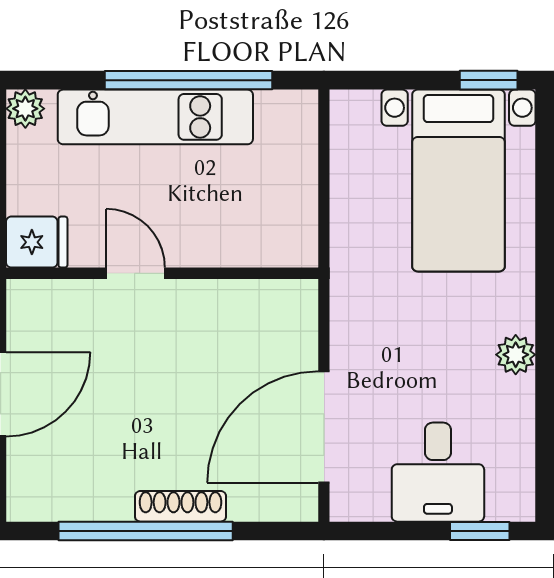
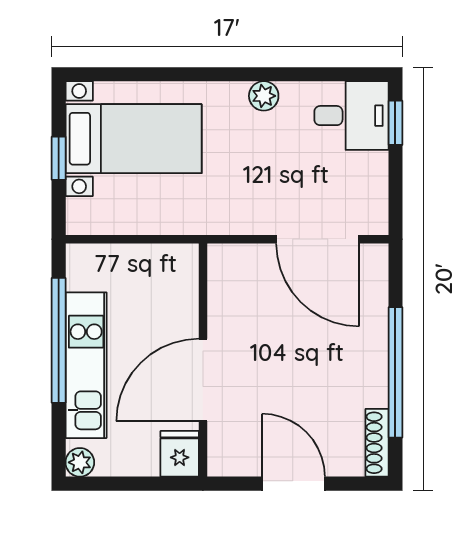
window: (489, 80) -> (59, 158), moved
door: (136, 273) -> (203, 380), width x1.88
desk: (438, 472) -> (351, 116), moved
shoe rack: (180, 506) -> (377, 443), moved

